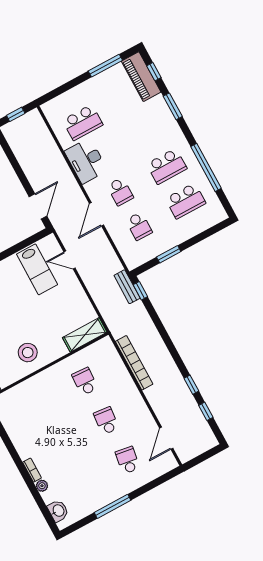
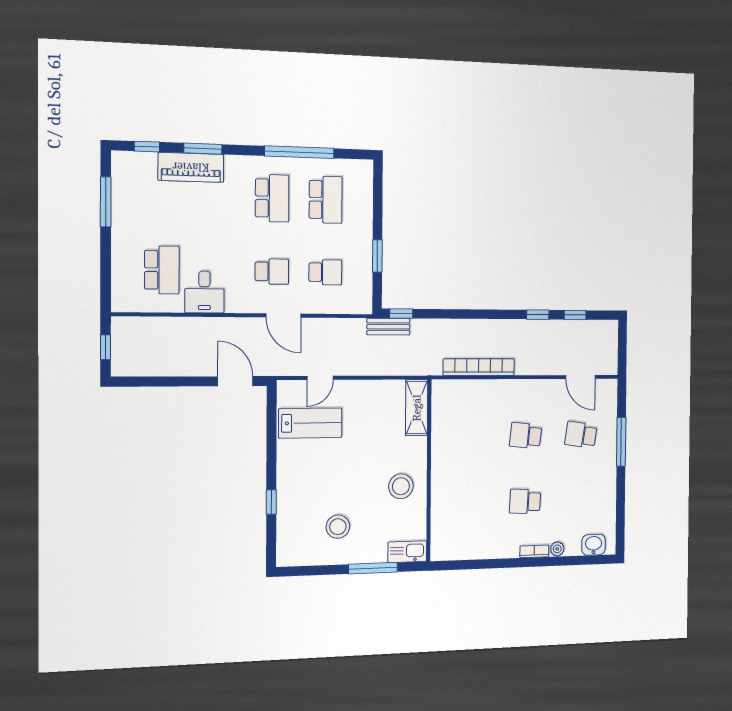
piano: (141, 77) -> (191, 167), moved
desk: (86, 161) -> (204, 292), width x0.73
school desk: (85, 381) -> (525, 501), moved
window: (112, 506) -> (621, 442), moved

